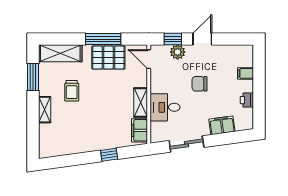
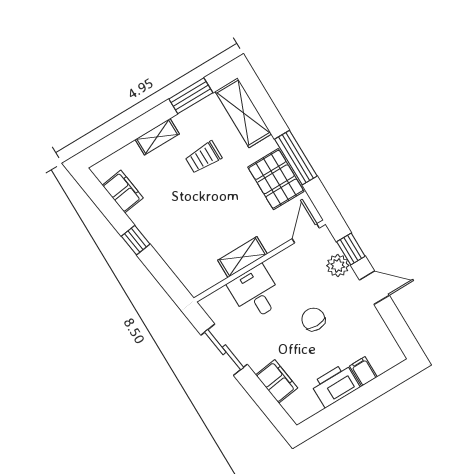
printer: (247, 100) -> (335, 385), width x1.87, depth x1.48
filing cabinet: (140, 130) -> (123, 192), moved, turned 82
window: (109, 155) -> (136, 240), moved

